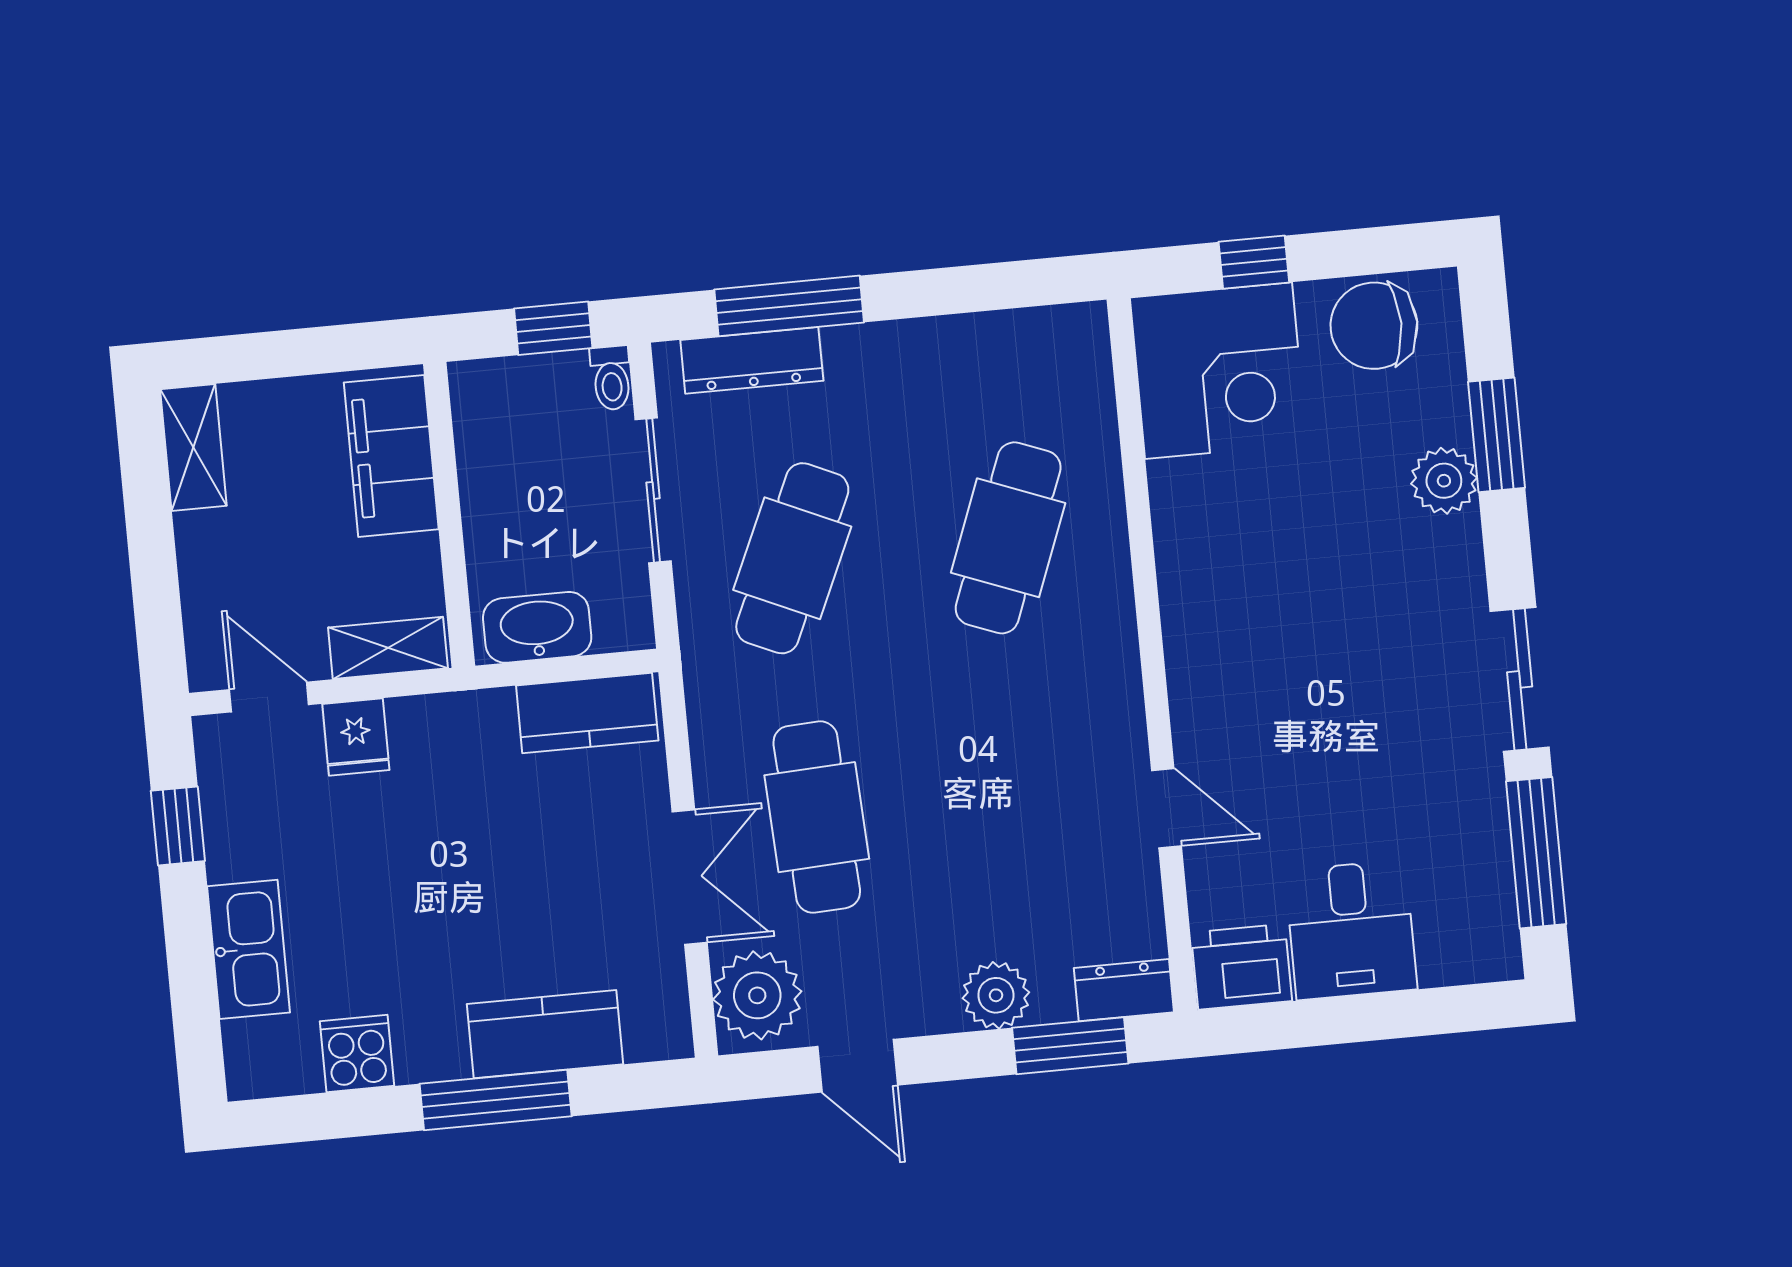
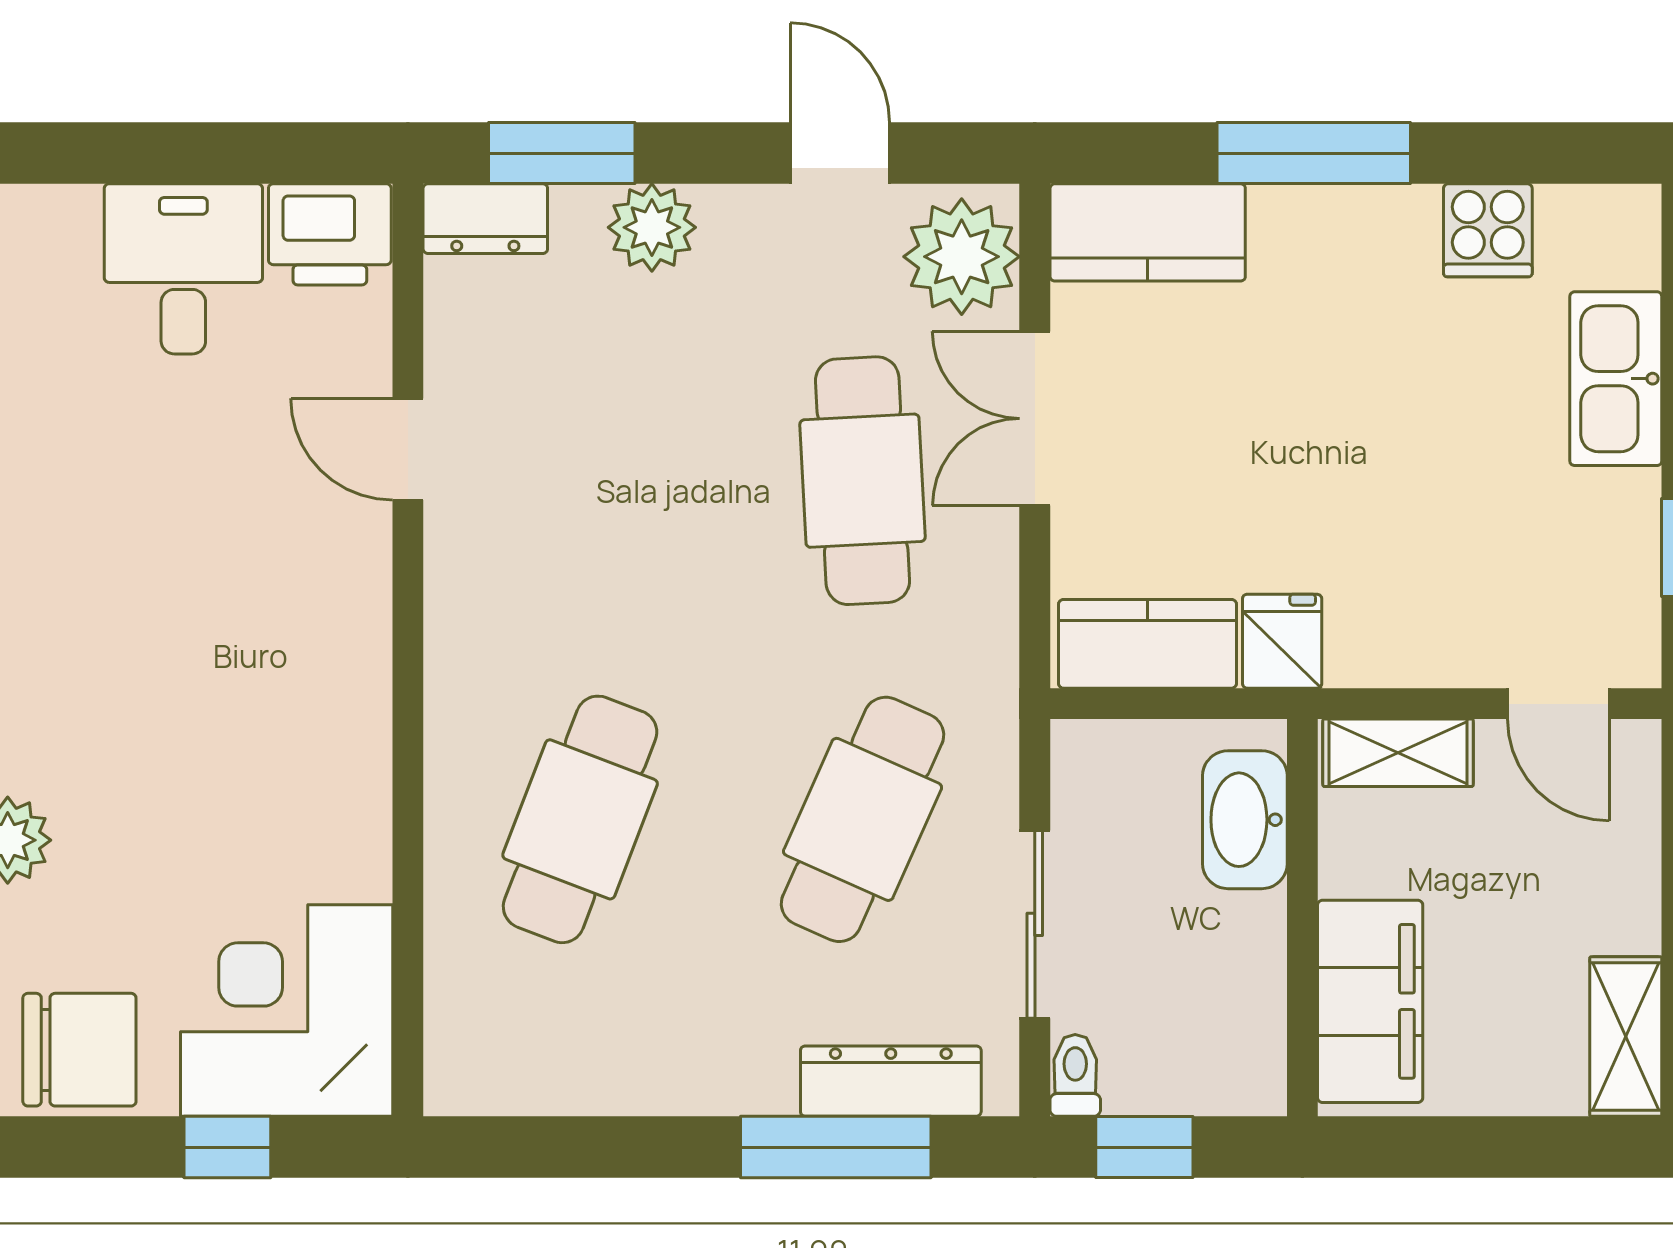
washbasin: (537, 627) -> (1245, 820), moved, turned 90
fridge: (356, 737) -> (1282, 641), moved
kitchen counter: (545, 1034) -> (1148, 232), moved

